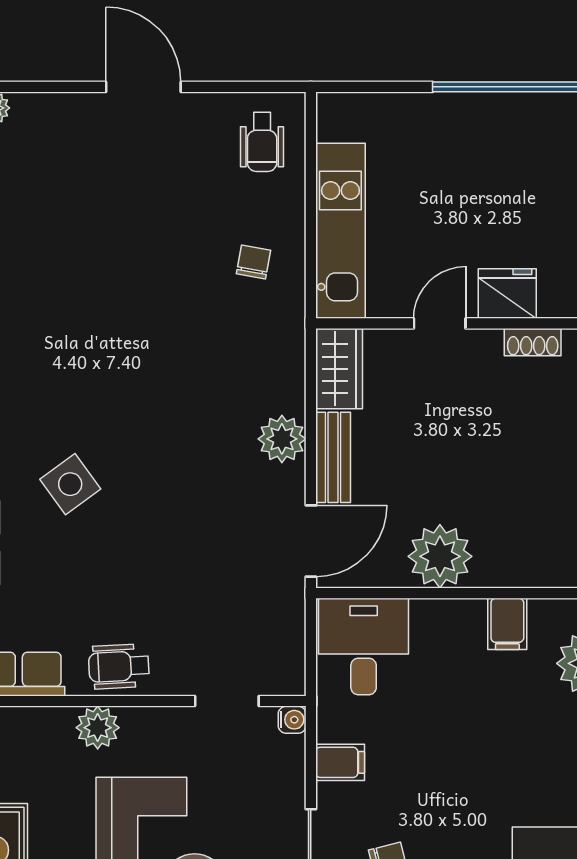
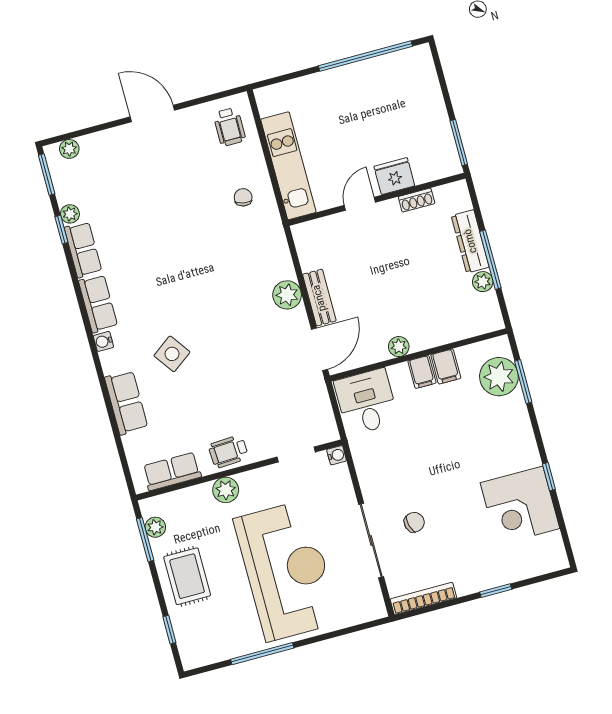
wardrobe: (339, 369) -> (309, 245), removed
plant: (440, 556) -> (399, 347), width x0.53, depth x0.53
filing cabinet: (340, 762) -> (422, 372), moved, turned 90

